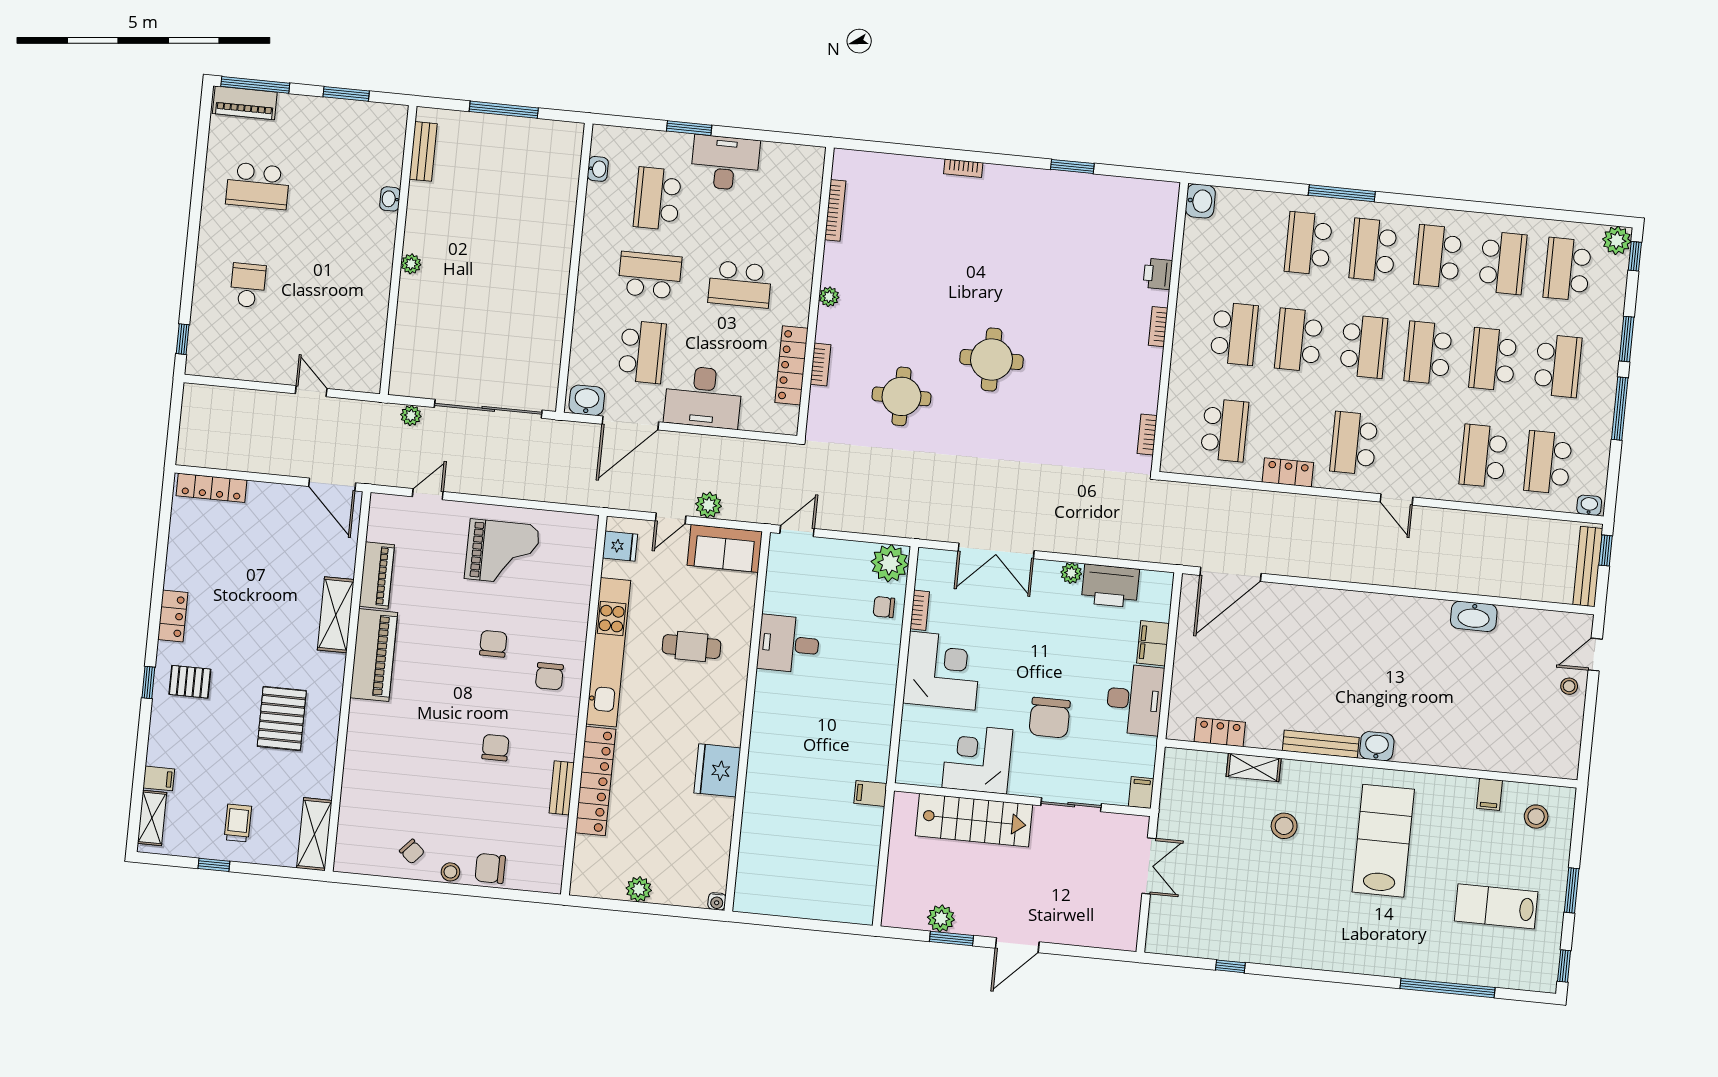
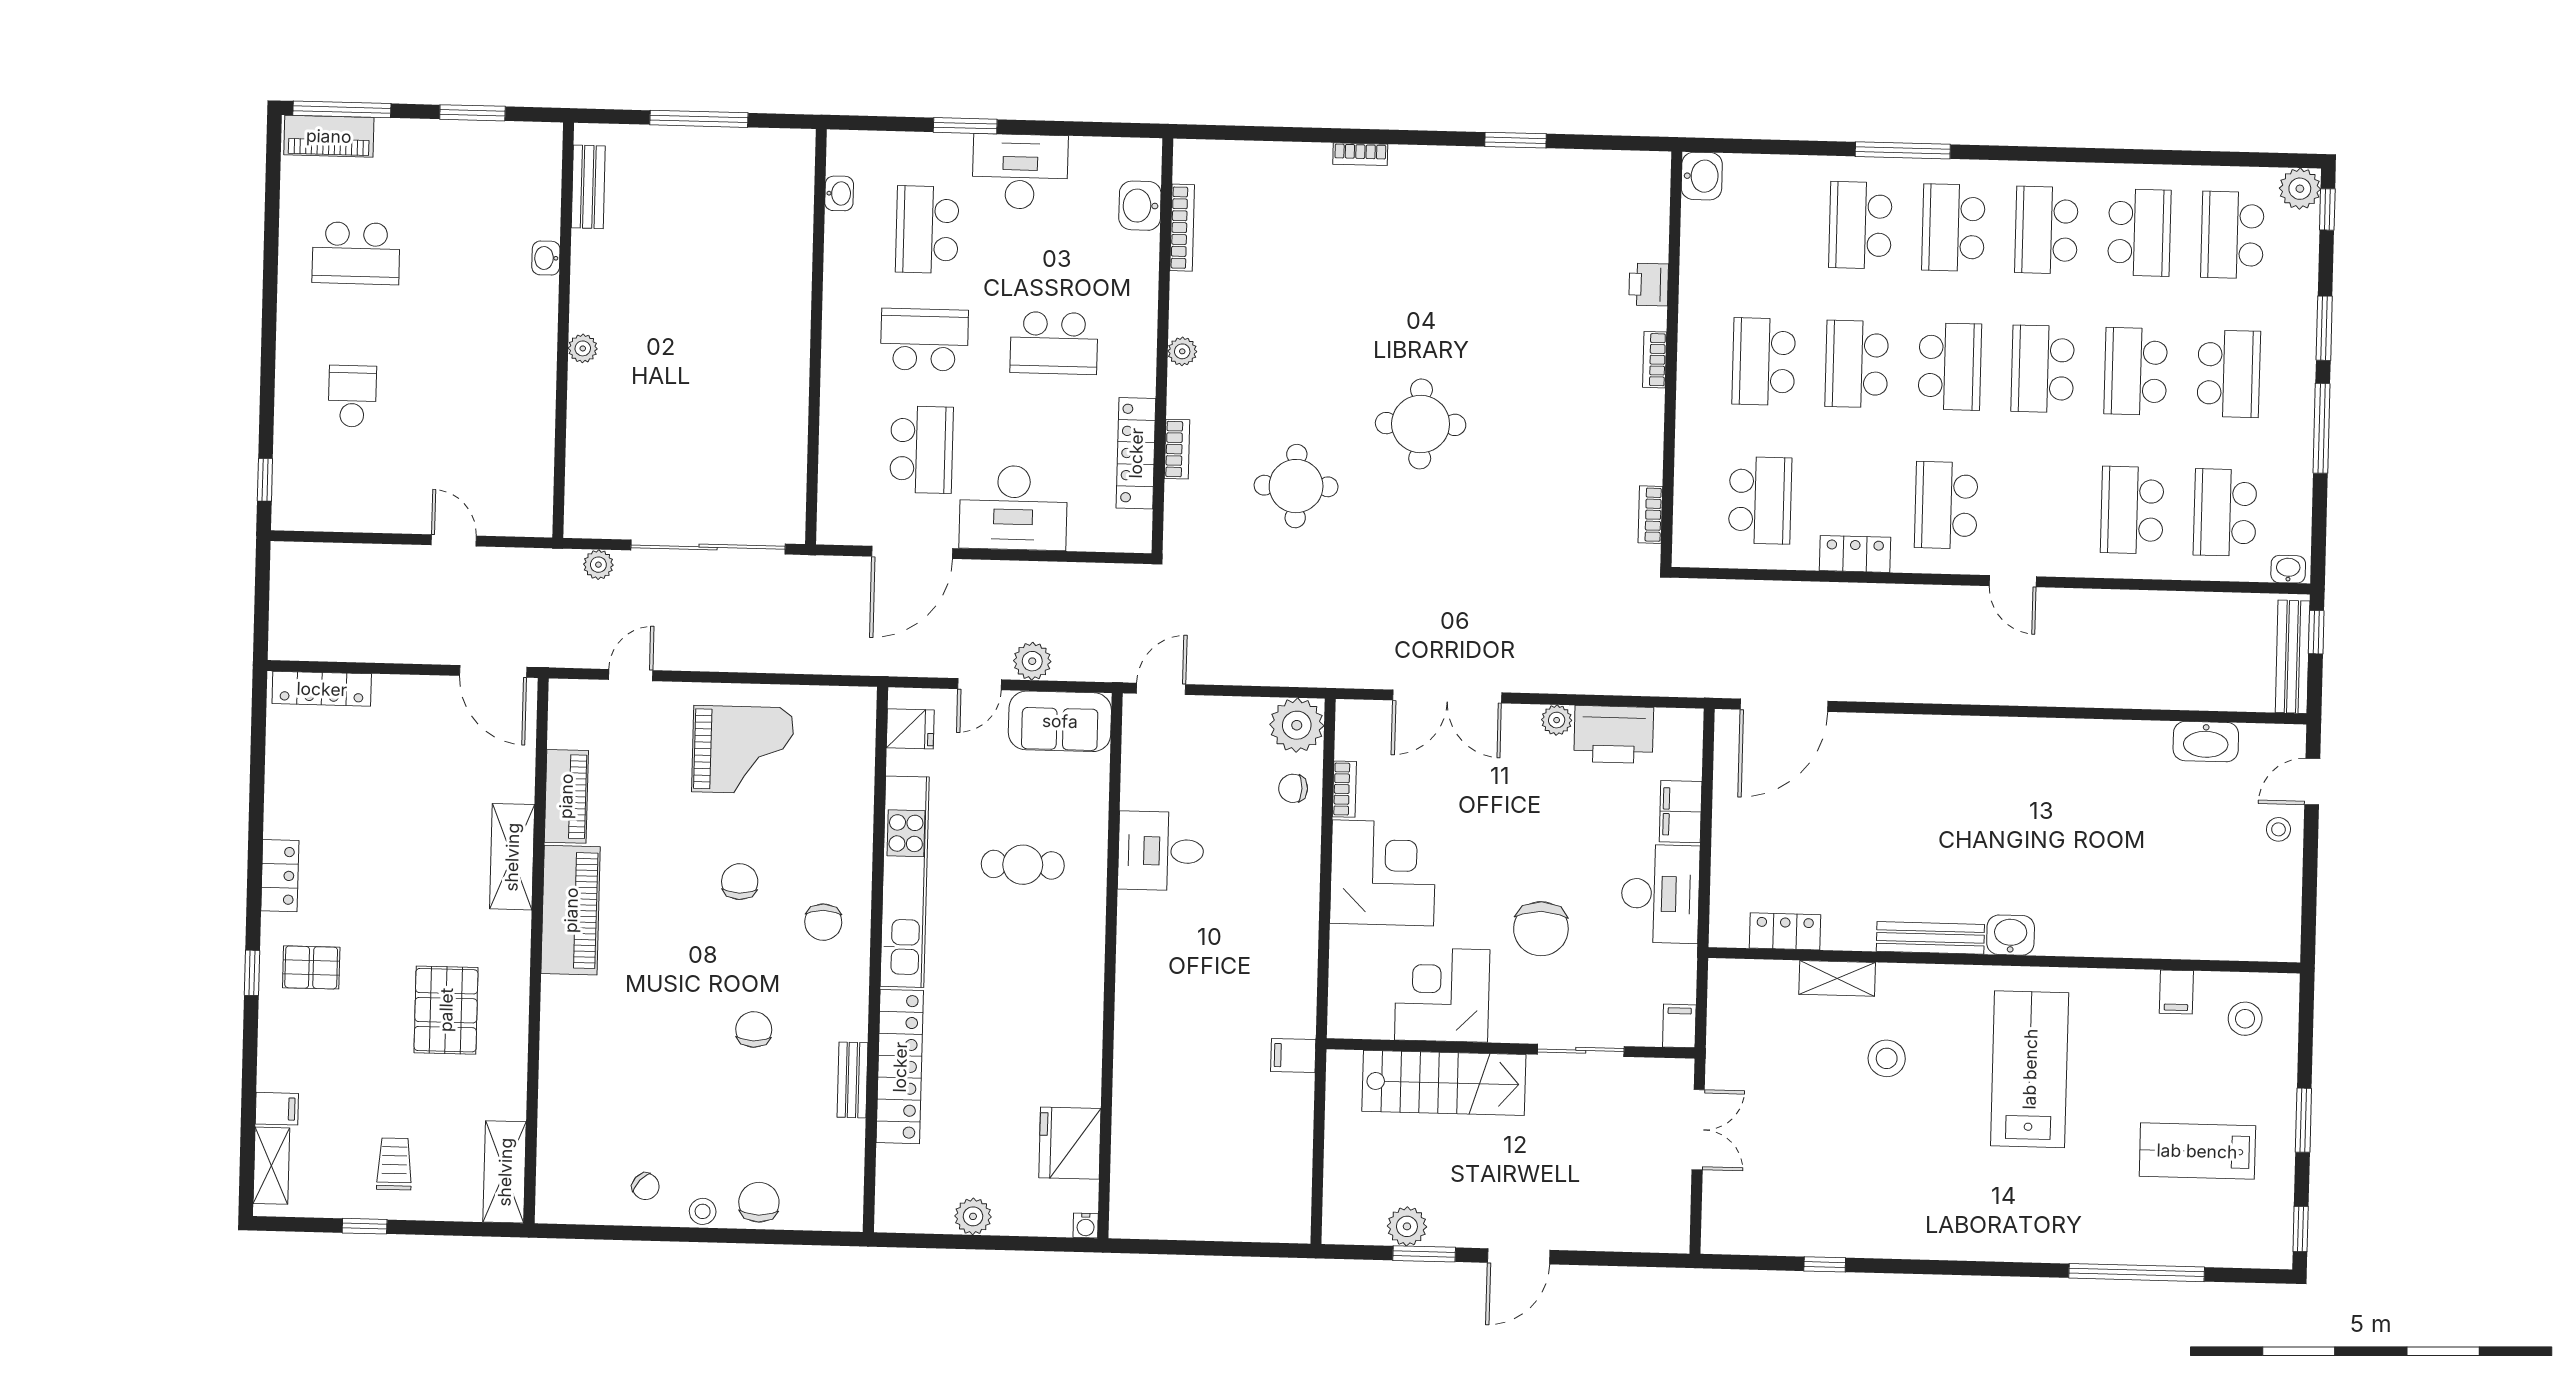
school desk: (1234, 334) -> (1764, 362), turned 180
washbasin: (587, 400) -> (1140, 206), moved, turned -90
washbasin: (1474, 616) -> (2206, 742), moved
fridge: (717, 770) -> (1070, 1143), moved
chair: (490, 868) -> (759, 1202), turned 90

